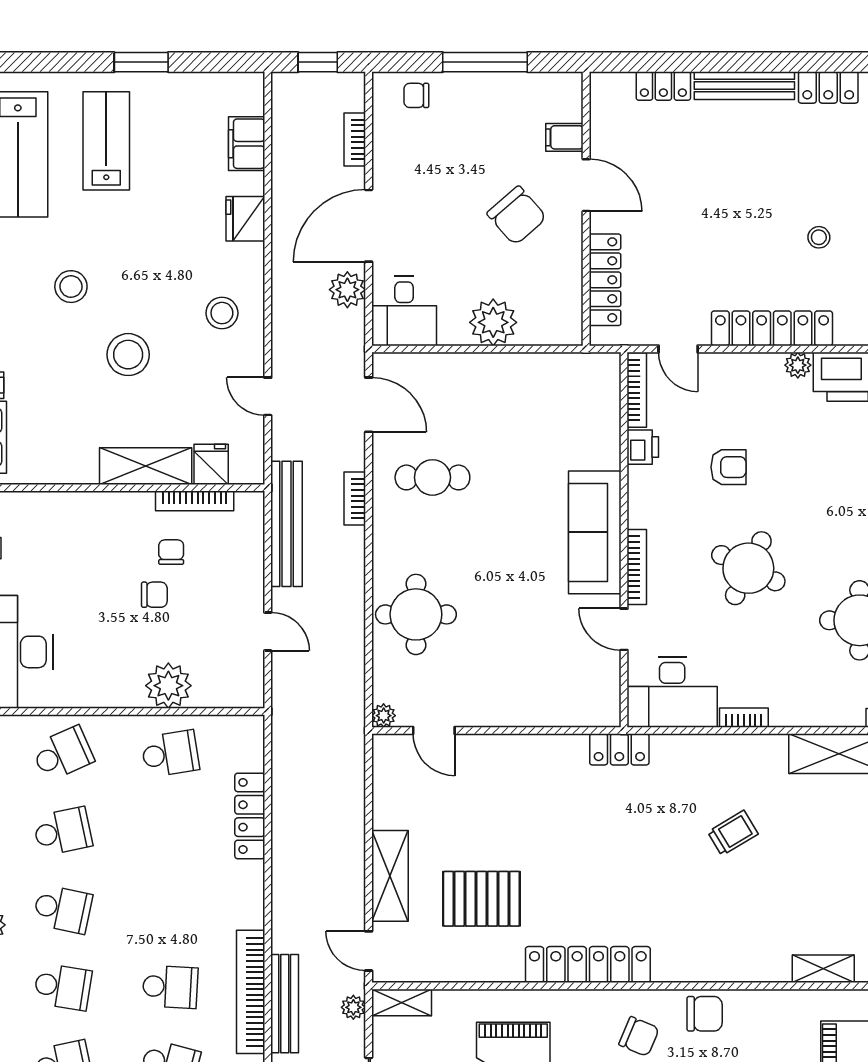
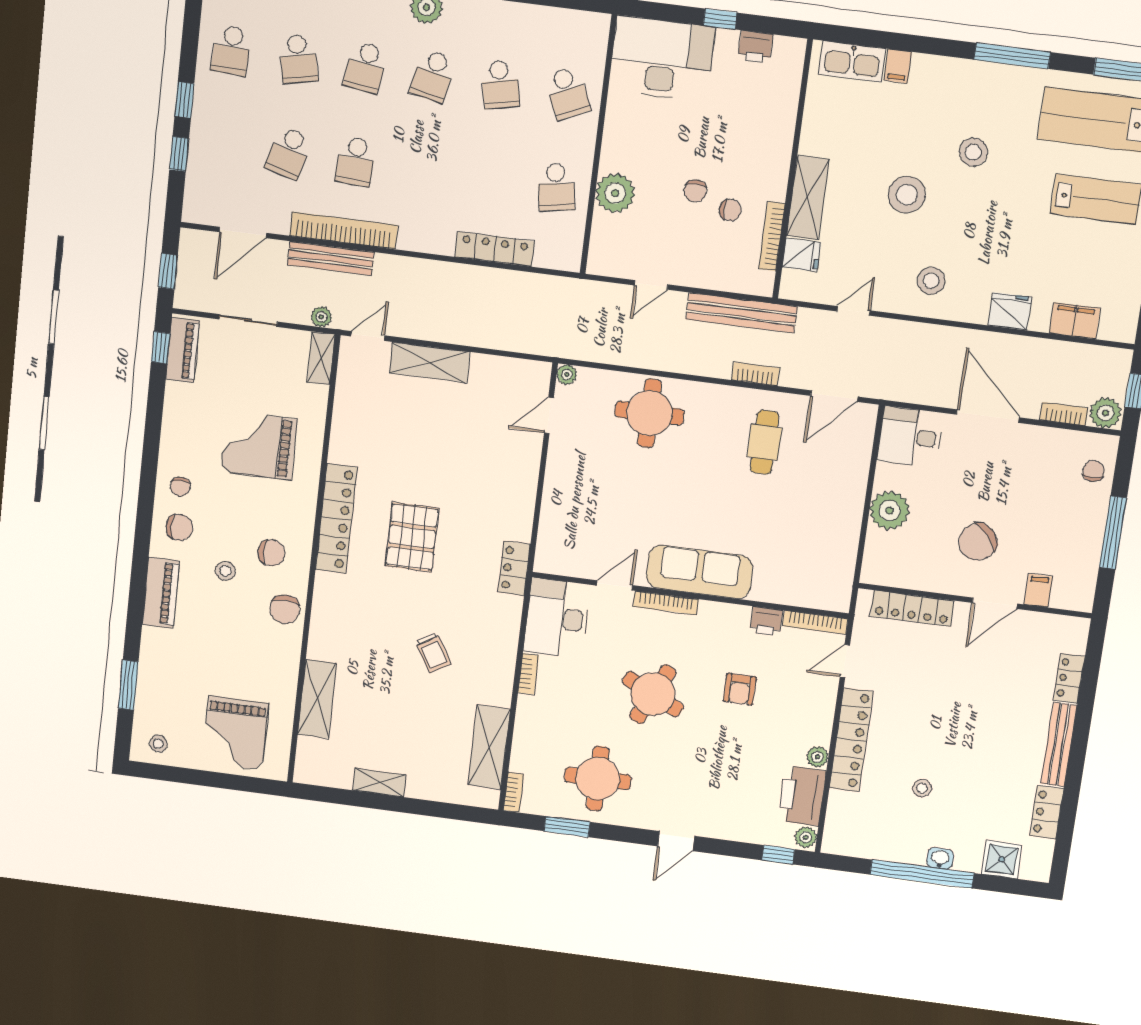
plant: (347, 290) -> (1105, 413), moved
pallet: (481, 899) -> (412, 537), moved
shelving: (823, 969) -> (317, 699), width x1.50, depth x1.33
chair: (639, 1036) -> (272, 553), turned -113

